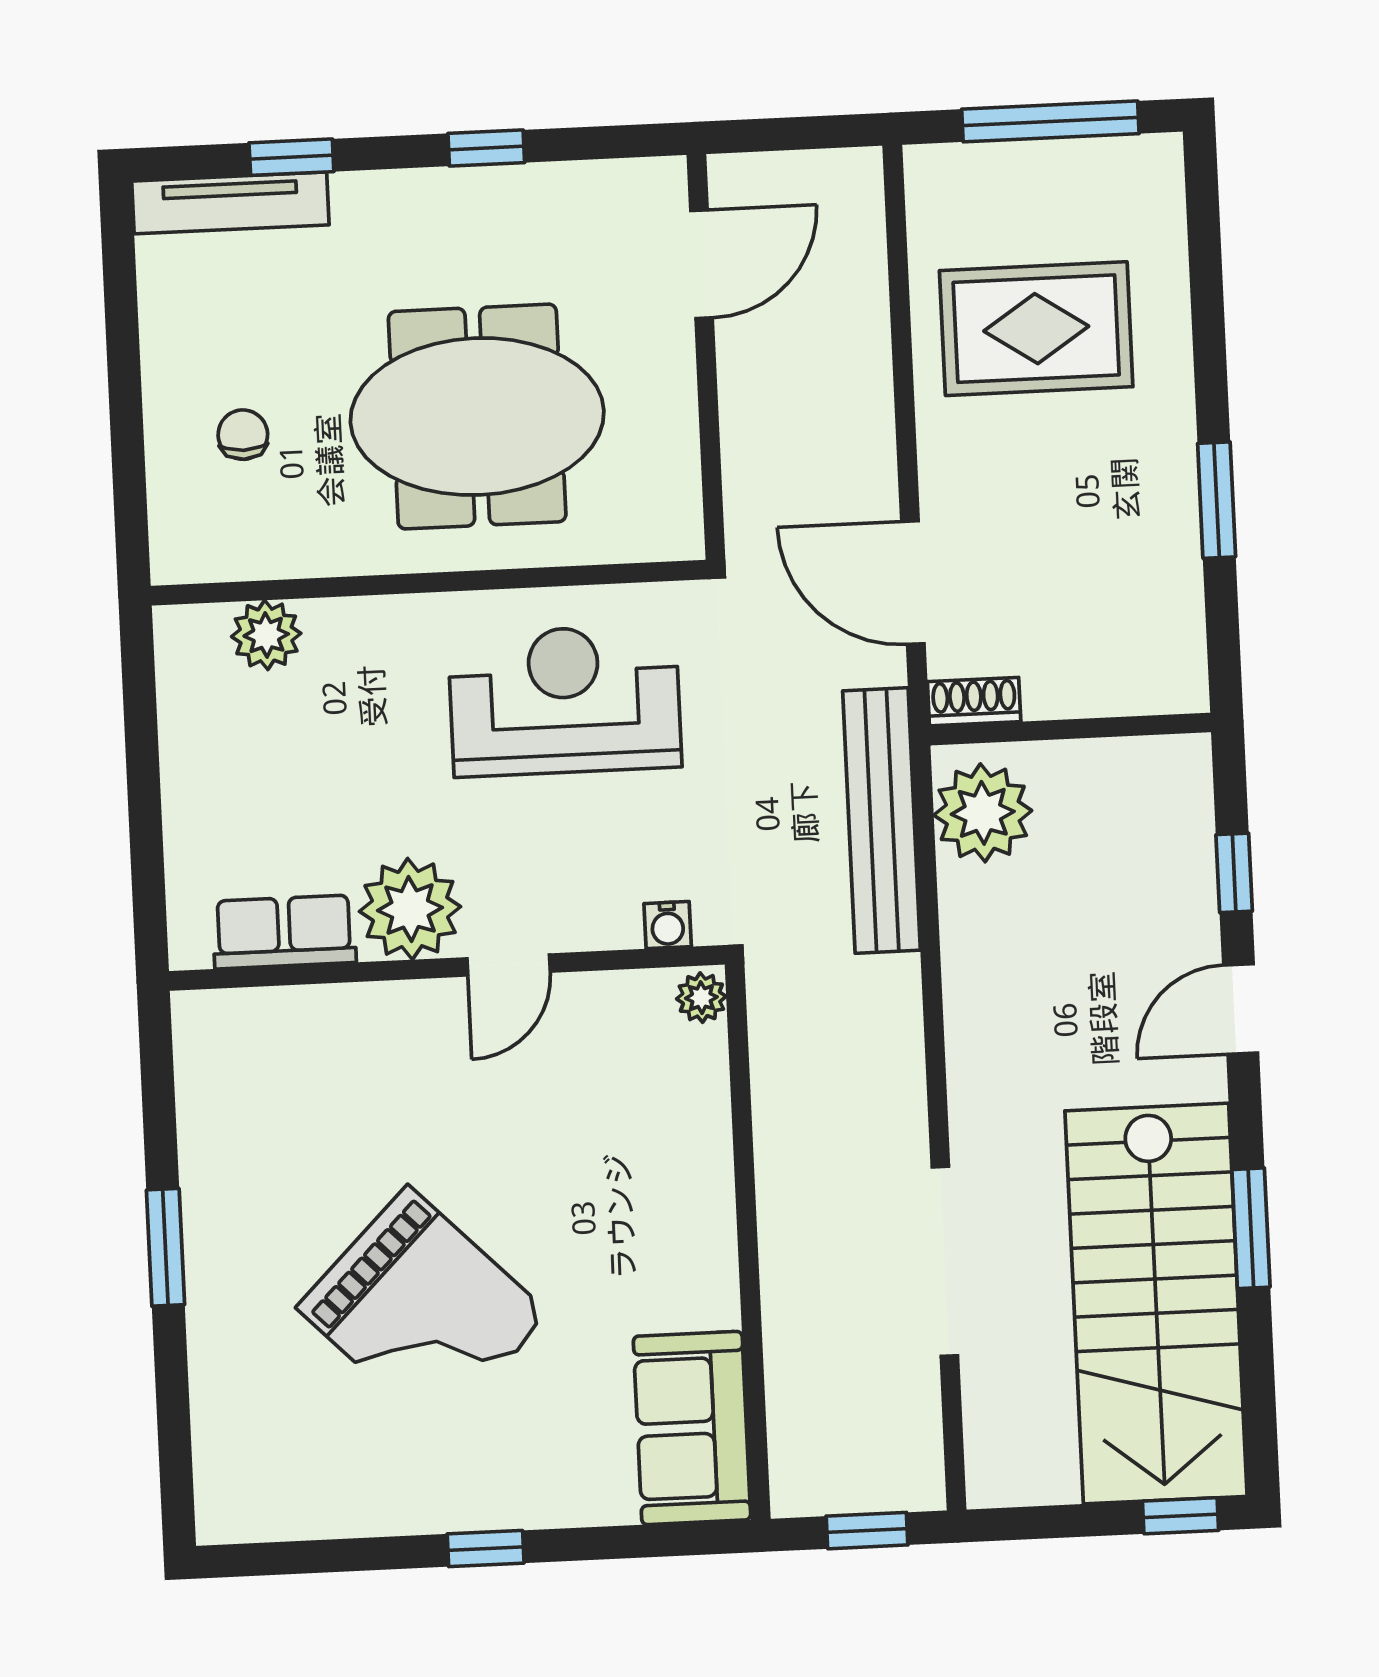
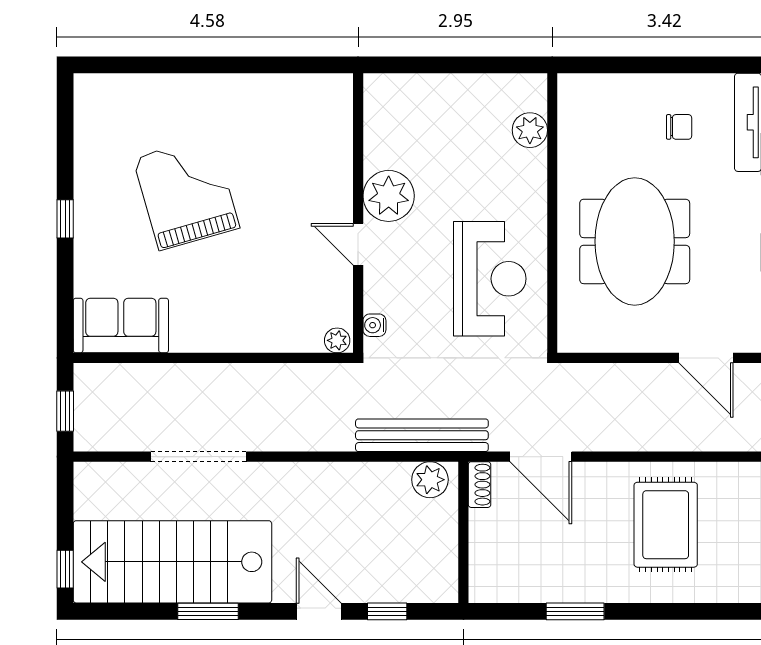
chair: (243, 435) -> (679, 127), moved
door: (913, 583) -> (541, 457), swing flipped
plant: (983, 813) -> (430, 480), width x0.73, depth x0.73
row of seats: (284, 932) -> (380, 132), removed
window: (165, 1247) -> (224, 65), removed
grand piano: (423, 1311) -> (186, 193), turned 119

